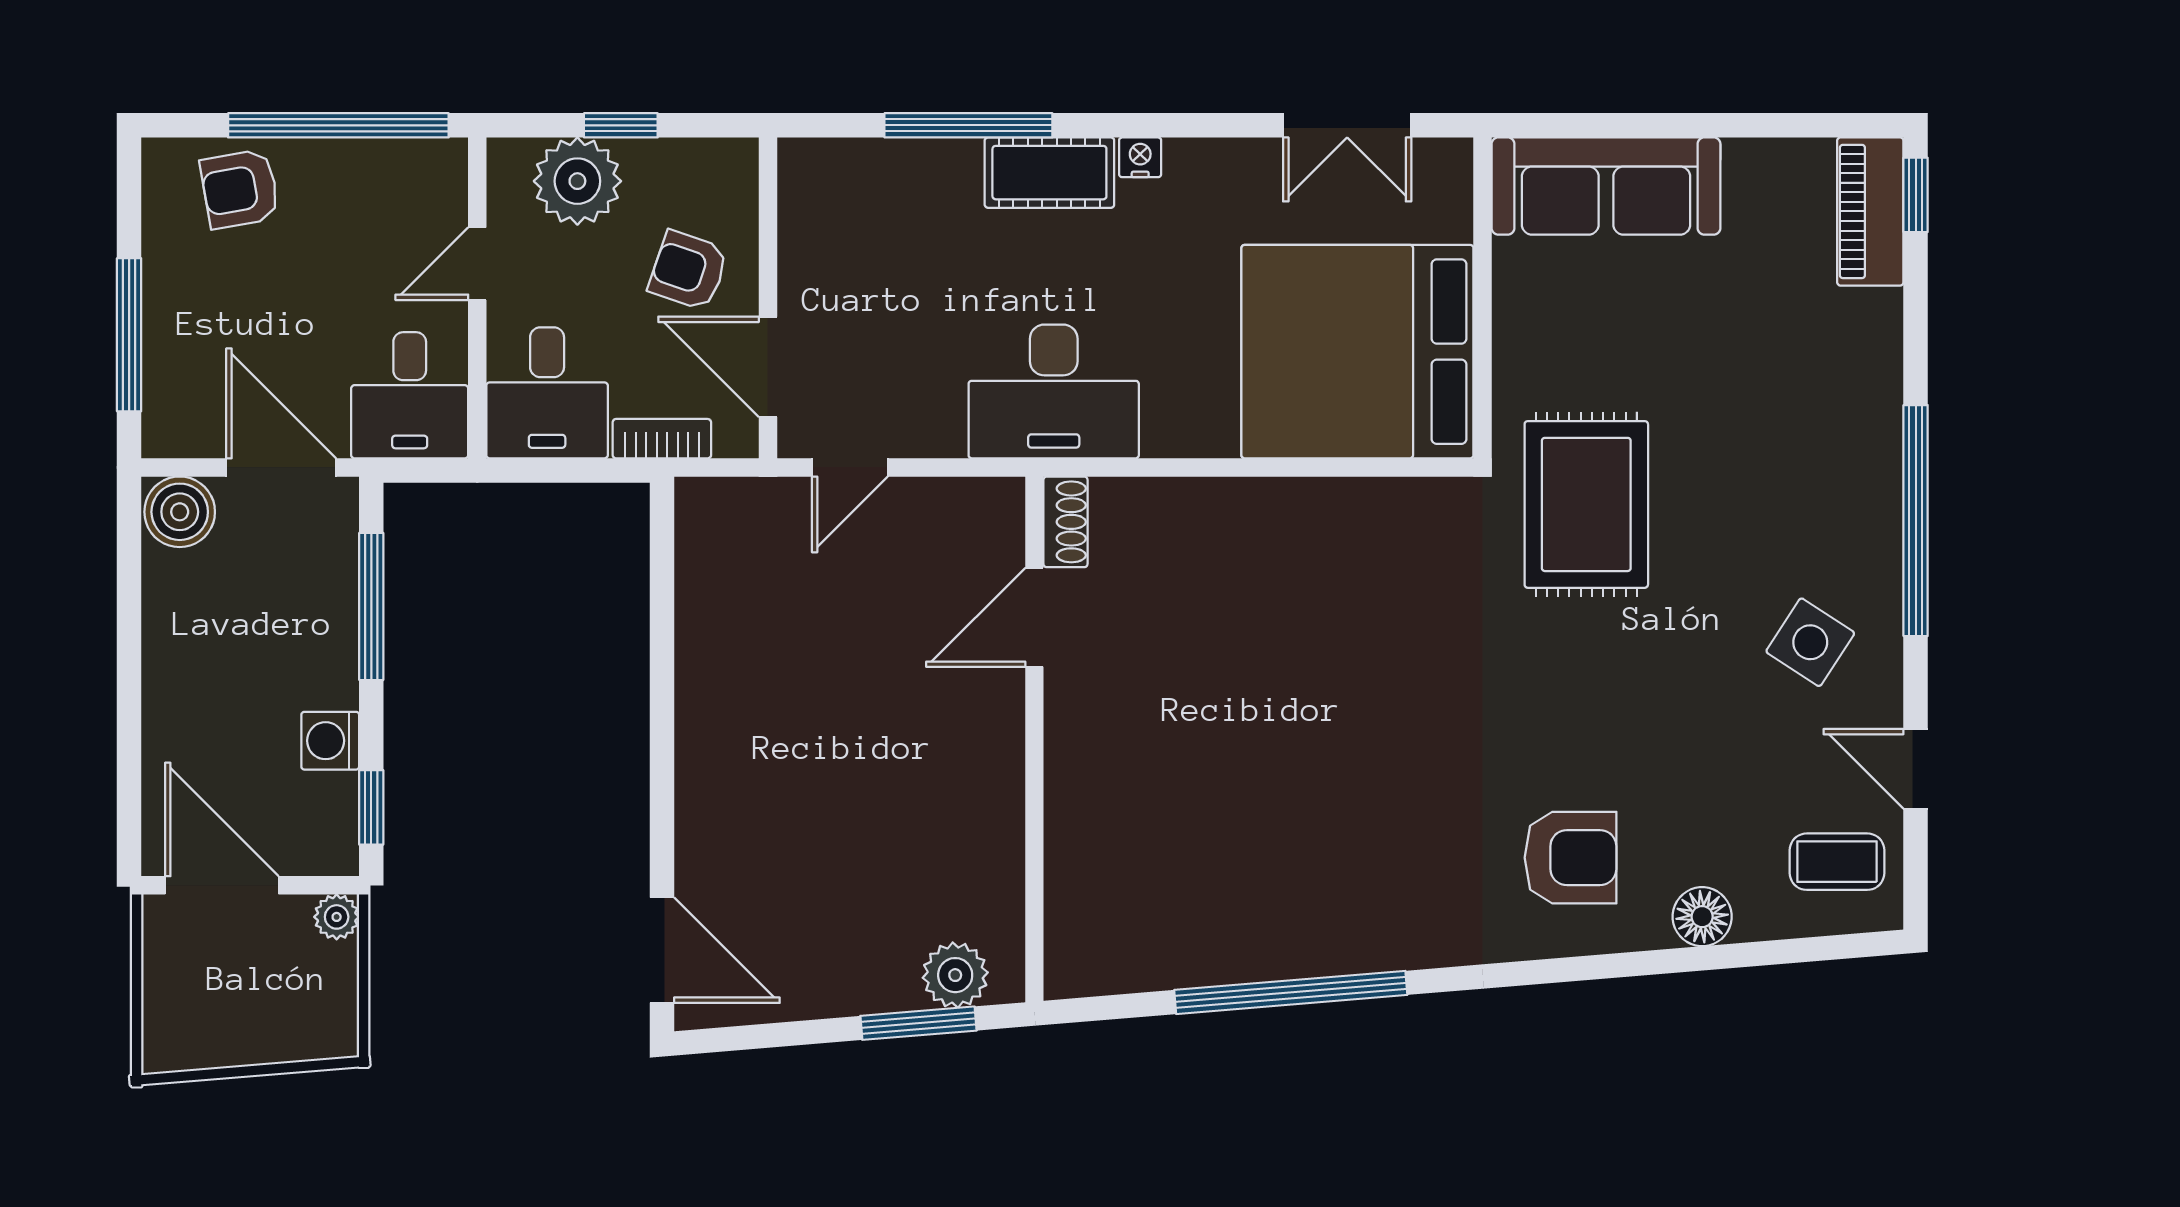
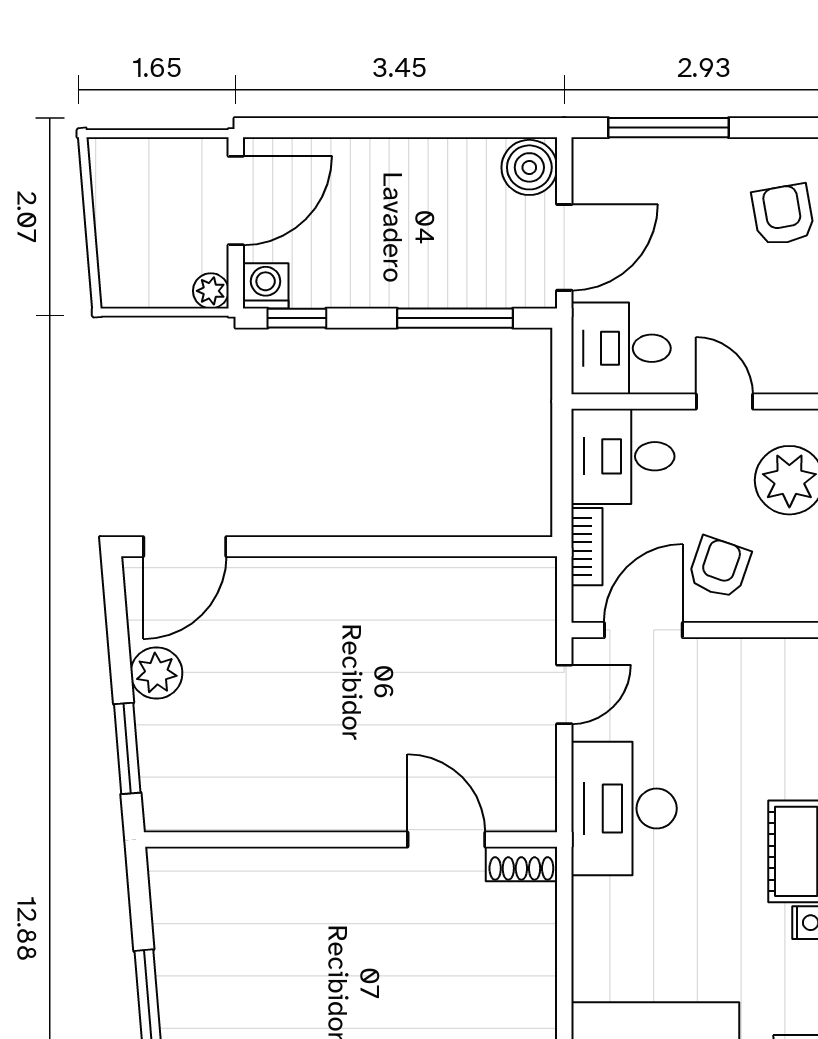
desk: (1054, 391) -> (624, 809), moved
door: (850, 467) -> (564, 694), swing flipped
washing machine: (330, 741) -> (266, 286), moved
plant: (955, 975) -> (156, 673), moved

